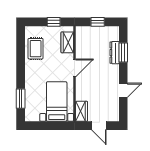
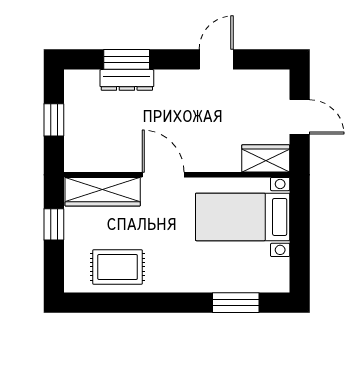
wardrobe: (67, 42) -> (103, 192), width x1.50
door: (123, 90) -> (216, 59), hinge flipped
door: (99, 126) -> (300, 117), hinge flipped

